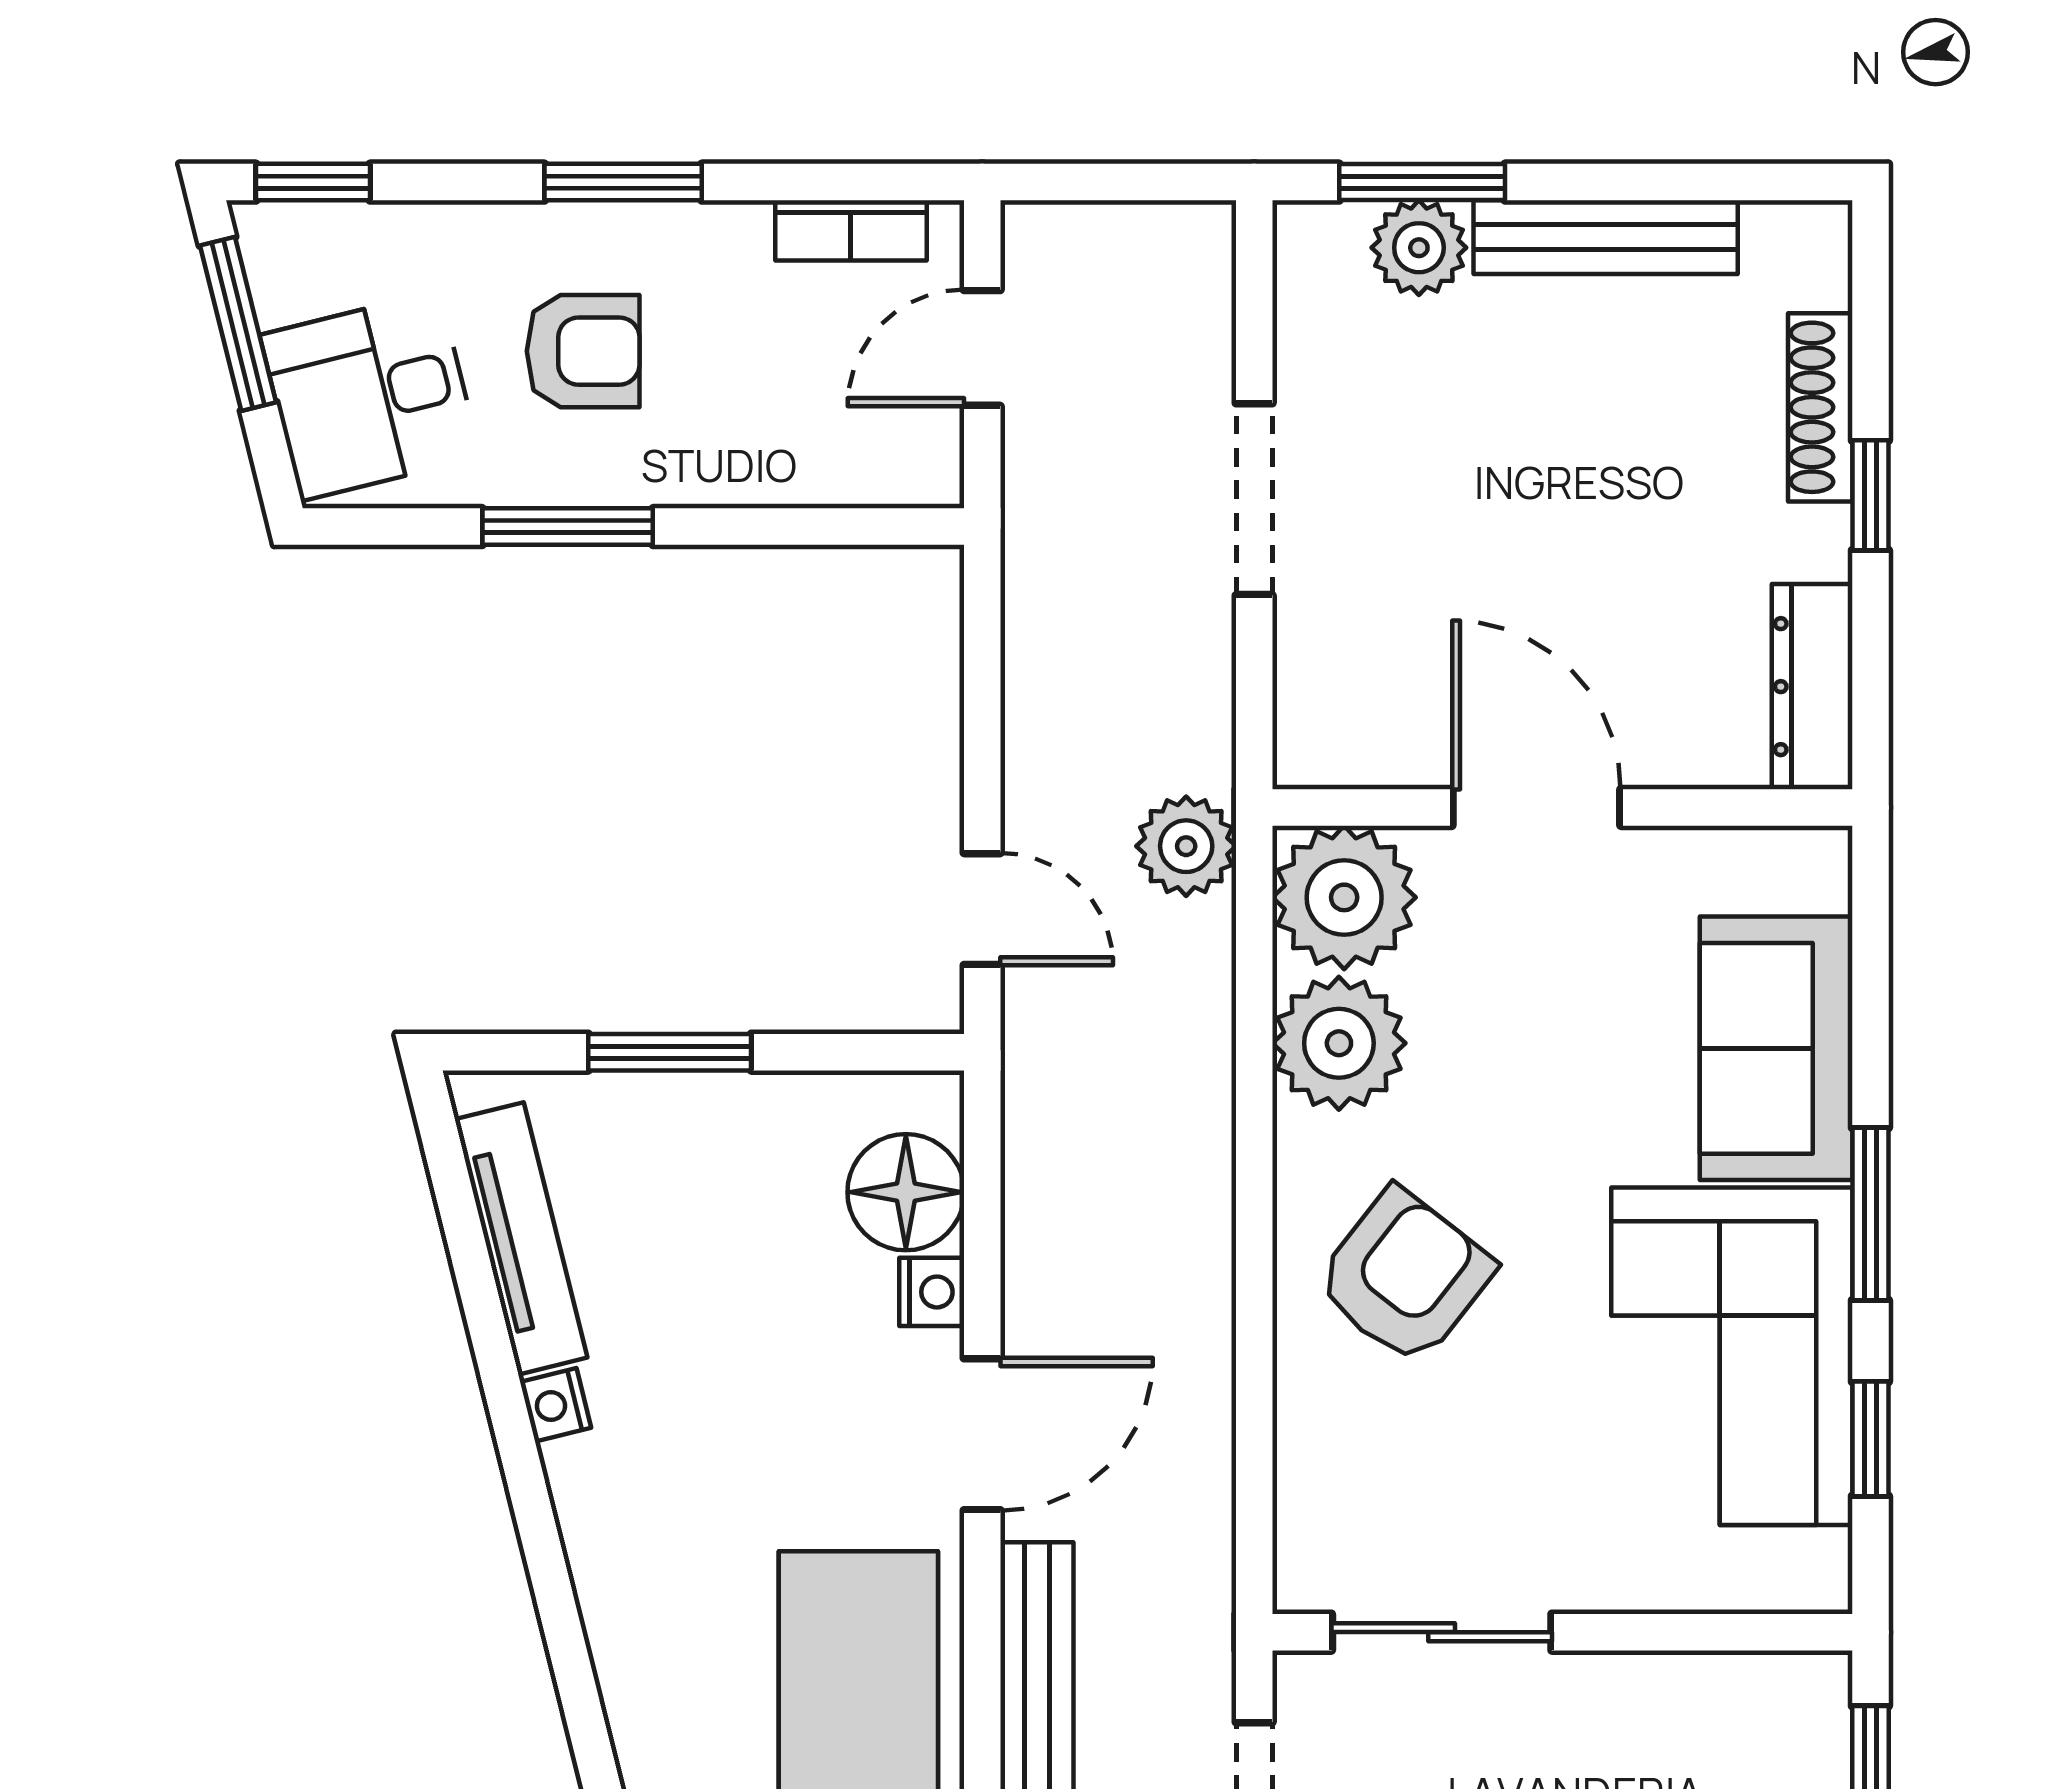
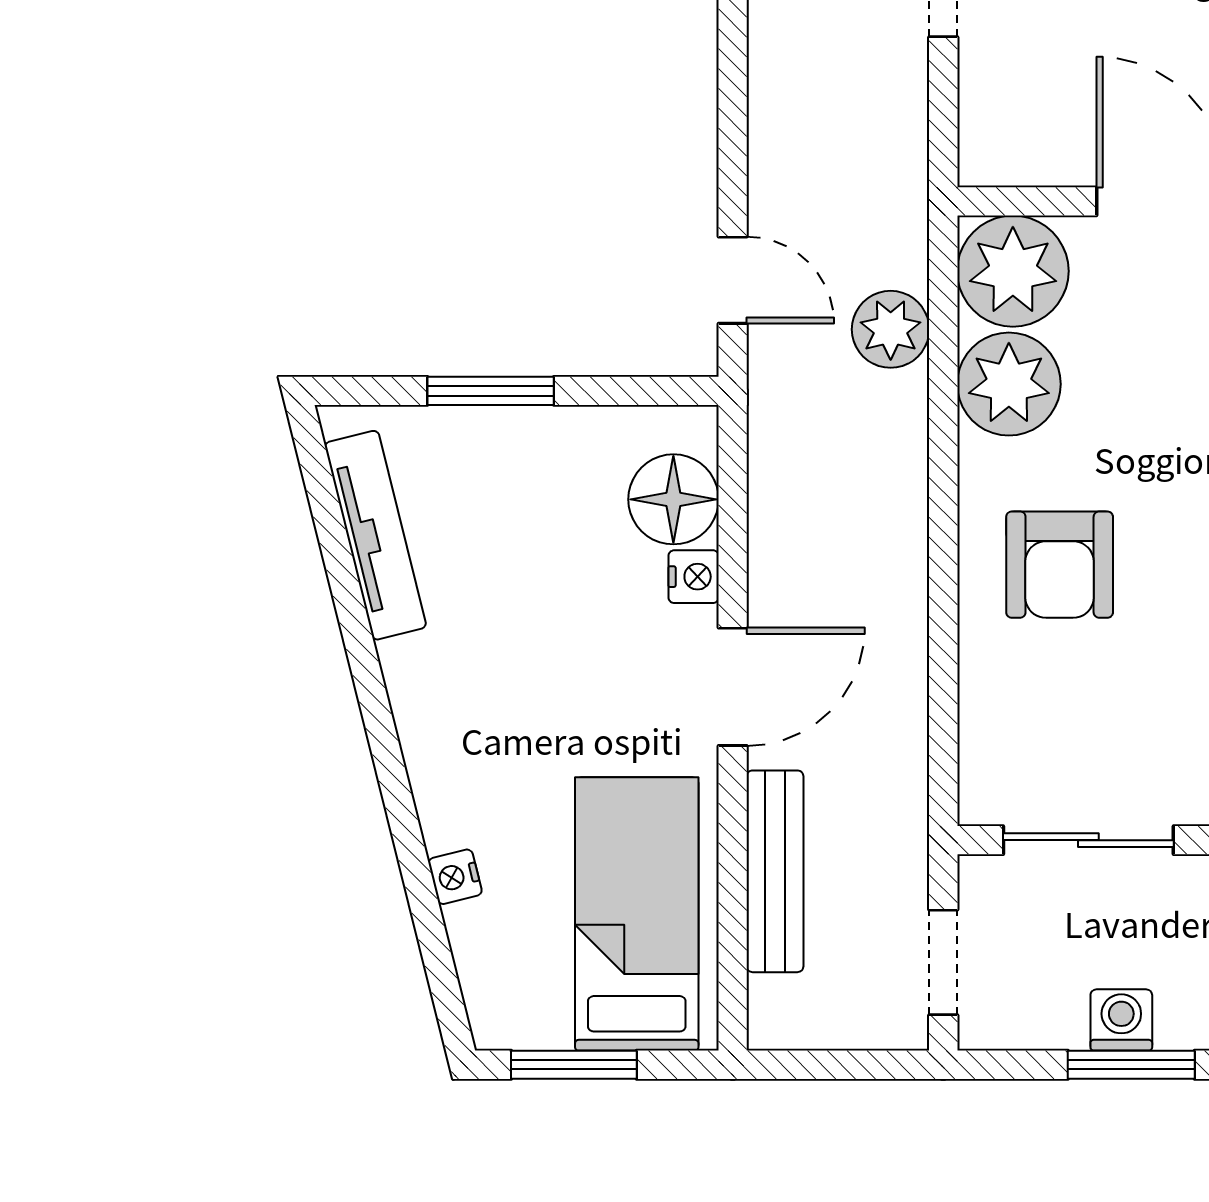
plant: (1186, 846) -> (891, 329), moved
armchair: (1404, 1276) -> (1060, 565), turned 142
nightstand: (555, 1405) -> (455, 877), moved

